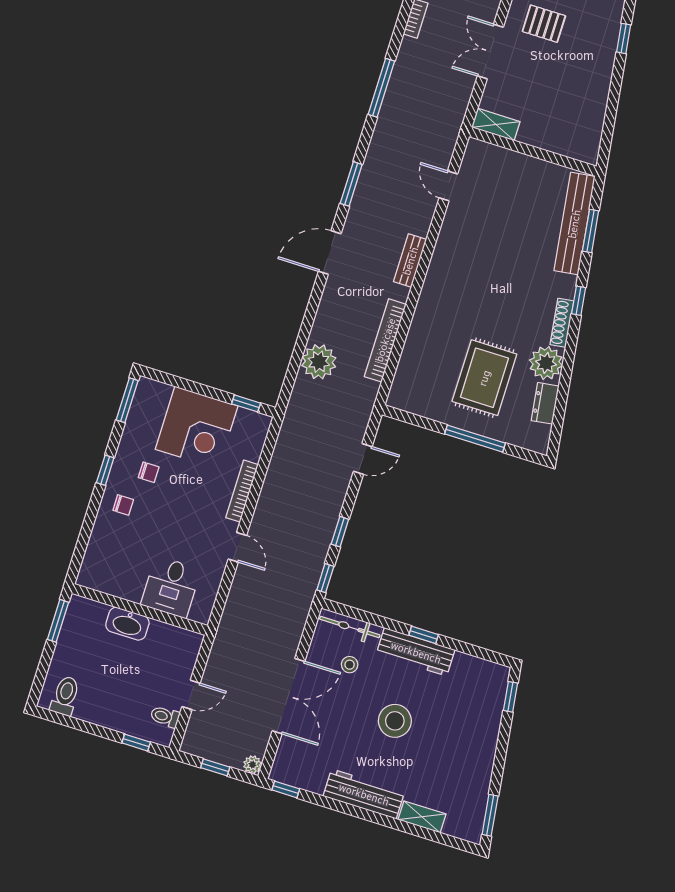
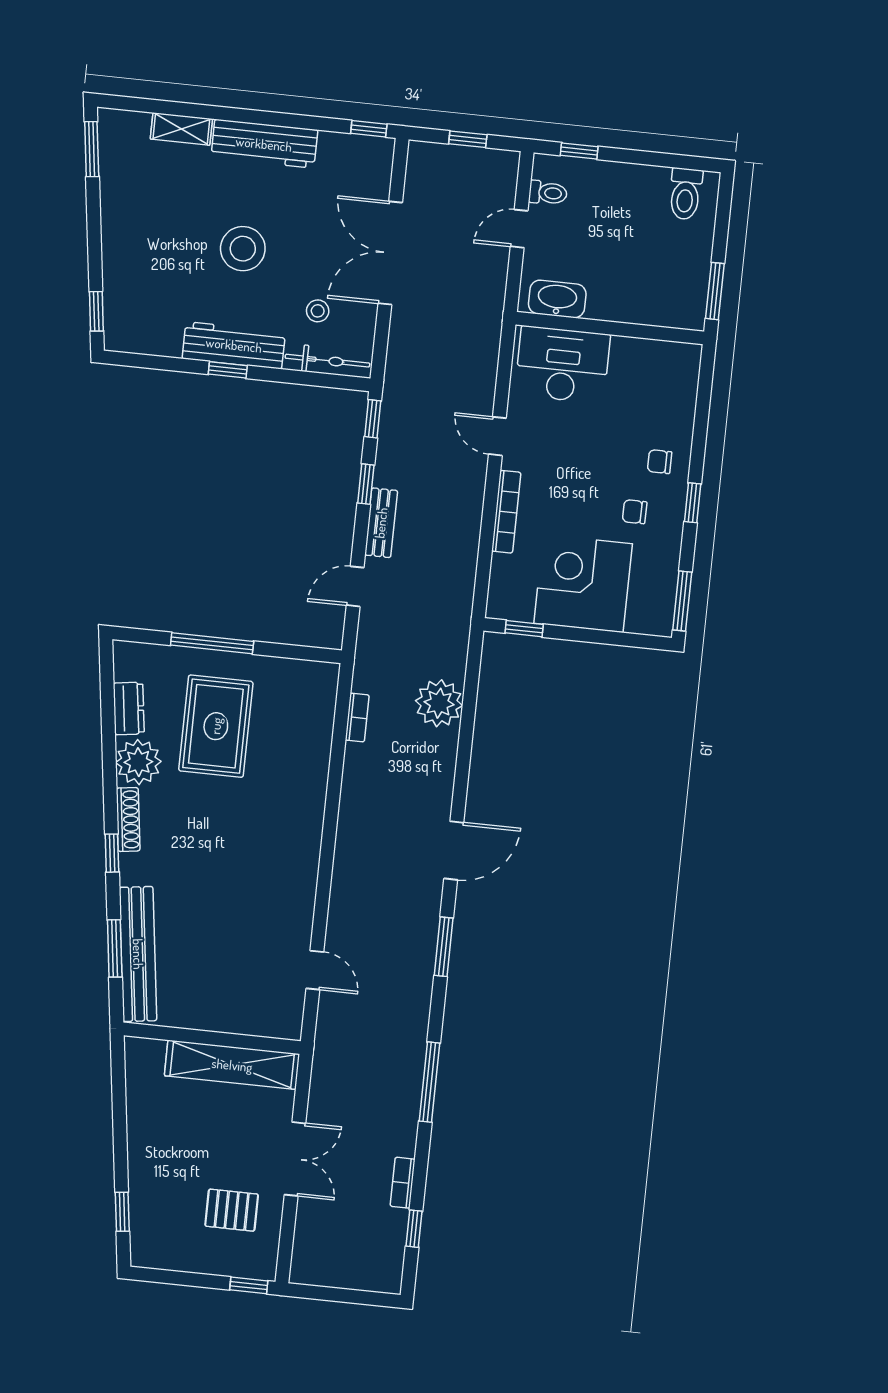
shelving: (496, 124) -> (232, 1065), width x2.20, depth x1.33
bench: (410, 261) -> (381, 523), moved
bookcase: (385, 340) -> (357, 718), width x0.43, depth x0.76
desk: (171, 587) -> (563, 365), width x1.37
washbasin: (127, 624) -> (557, 299), moved
plant: (252, 765) -> (419, 153), removed

